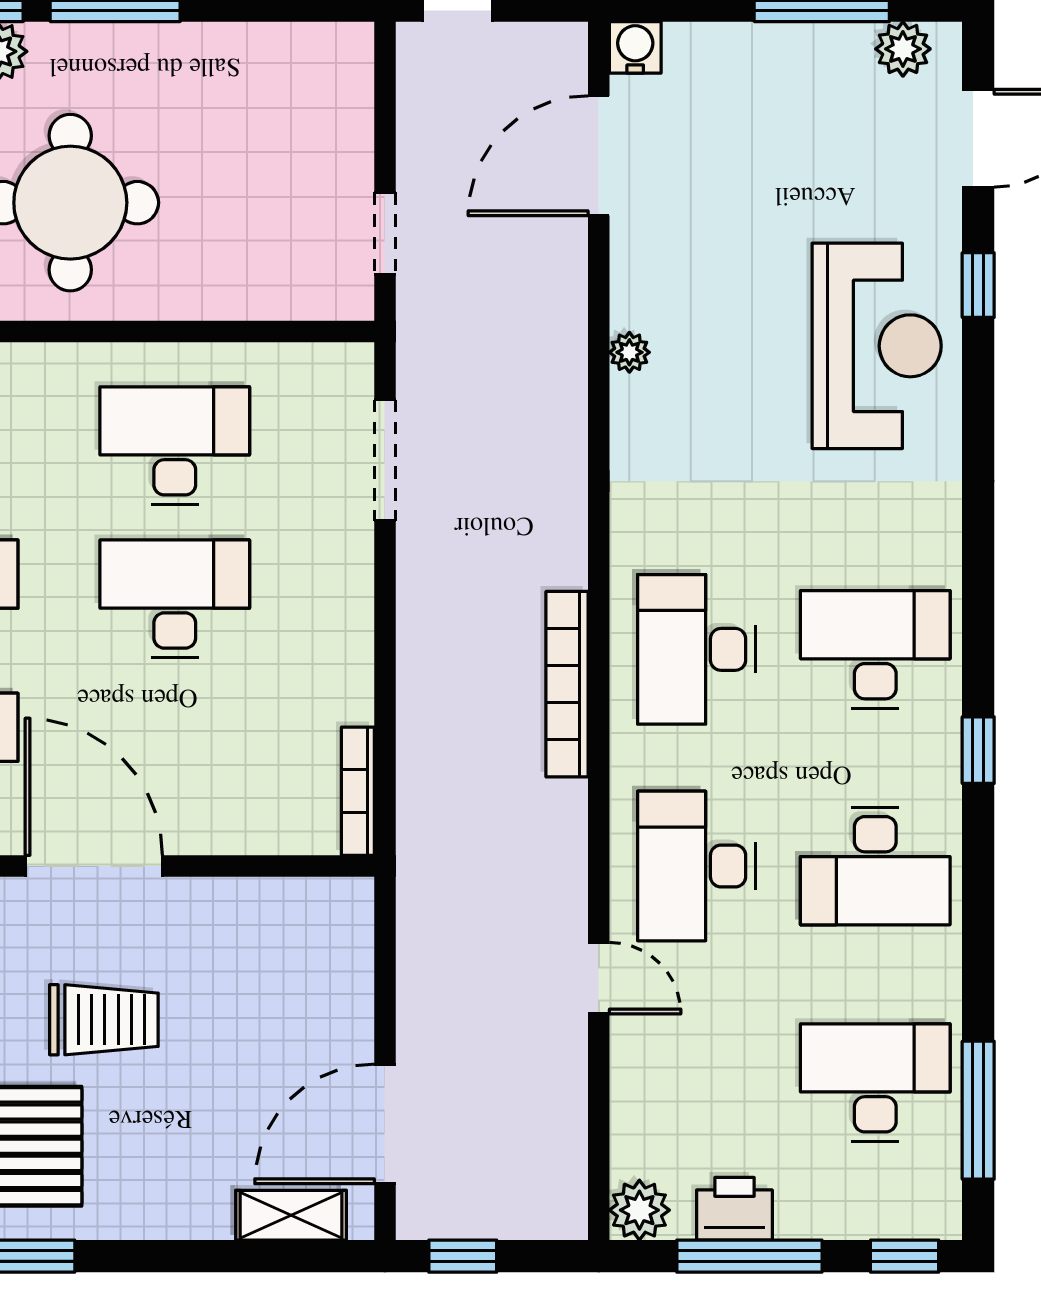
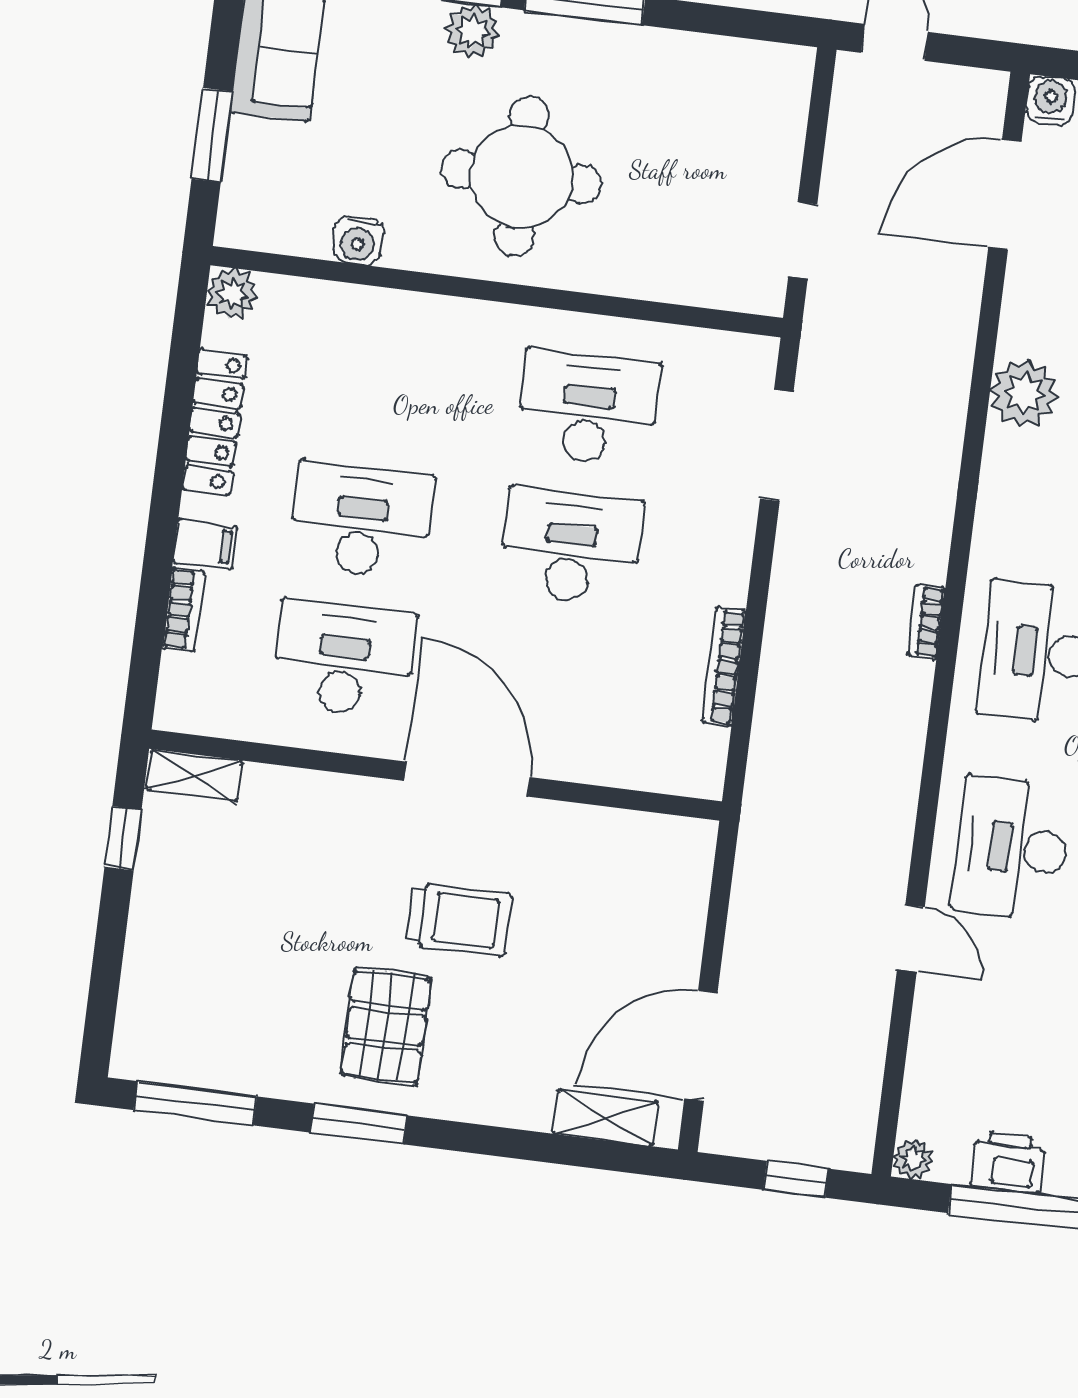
plant: (629, 352) -> (1024, 393), width x1.88, depth x1.88
bookcase: (567, 684) -> (926, 622), width x0.43, depth x0.76
bookcase: (358, 791) -> (724, 667), moved
plant: (639, 1210) -> (913, 1159), width x0.73, depth x0.73
window: (463, 1256) -> (796, 1179), moved

